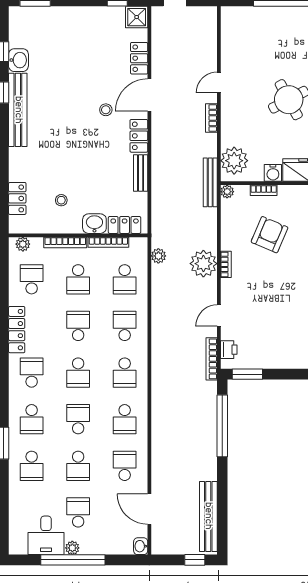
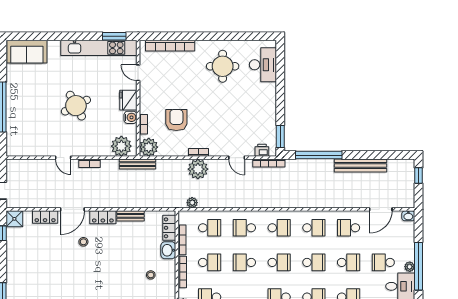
door: (149, 95) -> (72, 209), hinge flipped
plant: (227, 192) -> (149, 147), width x1.87, depth x1.87
armchair: (269, 235) -> (176, 120), turned 67
school desk: (78, 419) -> (314, 262), turned 180
bench: (208, 516) -> (361, 165), moved

